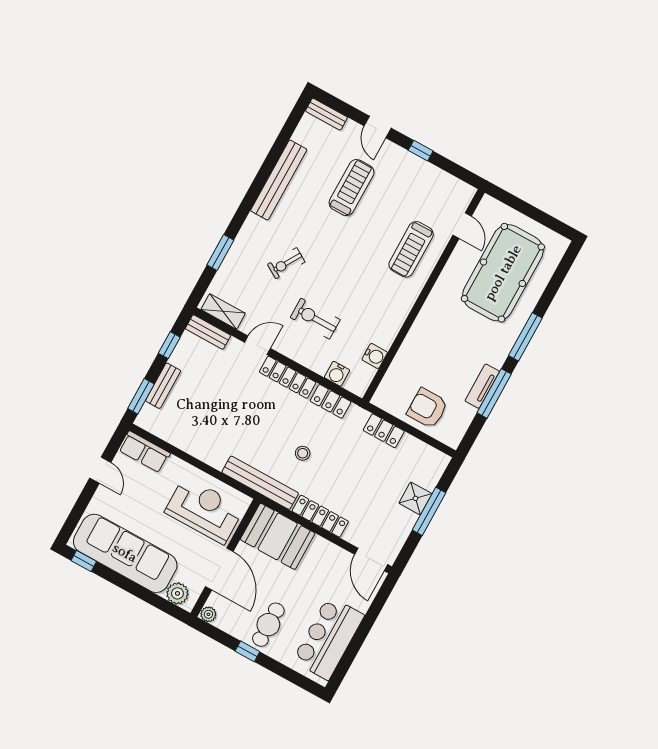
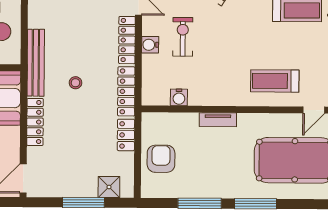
water cooler: (337, 374) -> (150, 45), moved
tv unit: (482, 386) -> (218, 120), moved, turned 180
locker: (331, 401) -> (126, 91), width x1.53
shower: (415, 498) -> (109, 187), moved

